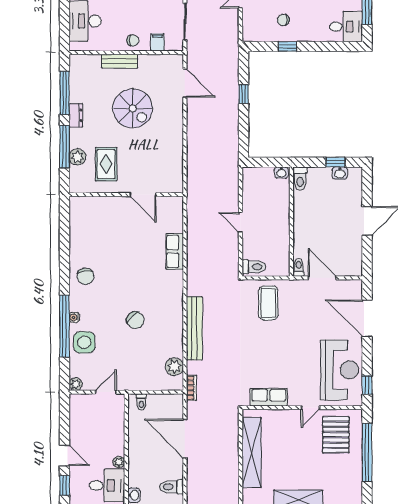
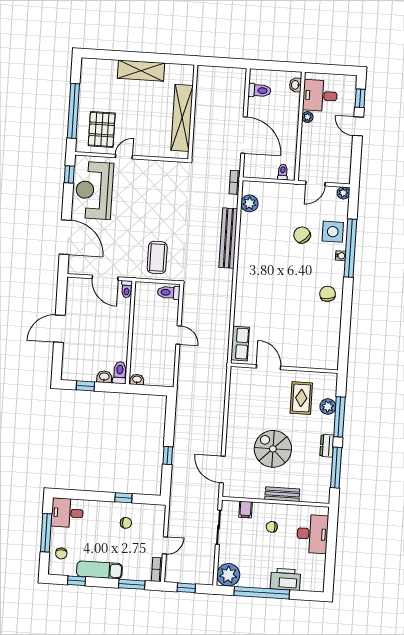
chair: (133, 40) -> (272, 527), moved
washbasin: (340, 173) -> (104, 377), moved
row of seats: (175, 251) -> (240, 344), moved
chair: (135, 320) -> (302, 235), moved
row of seats: (269, 397) -> (163, 169), removed

